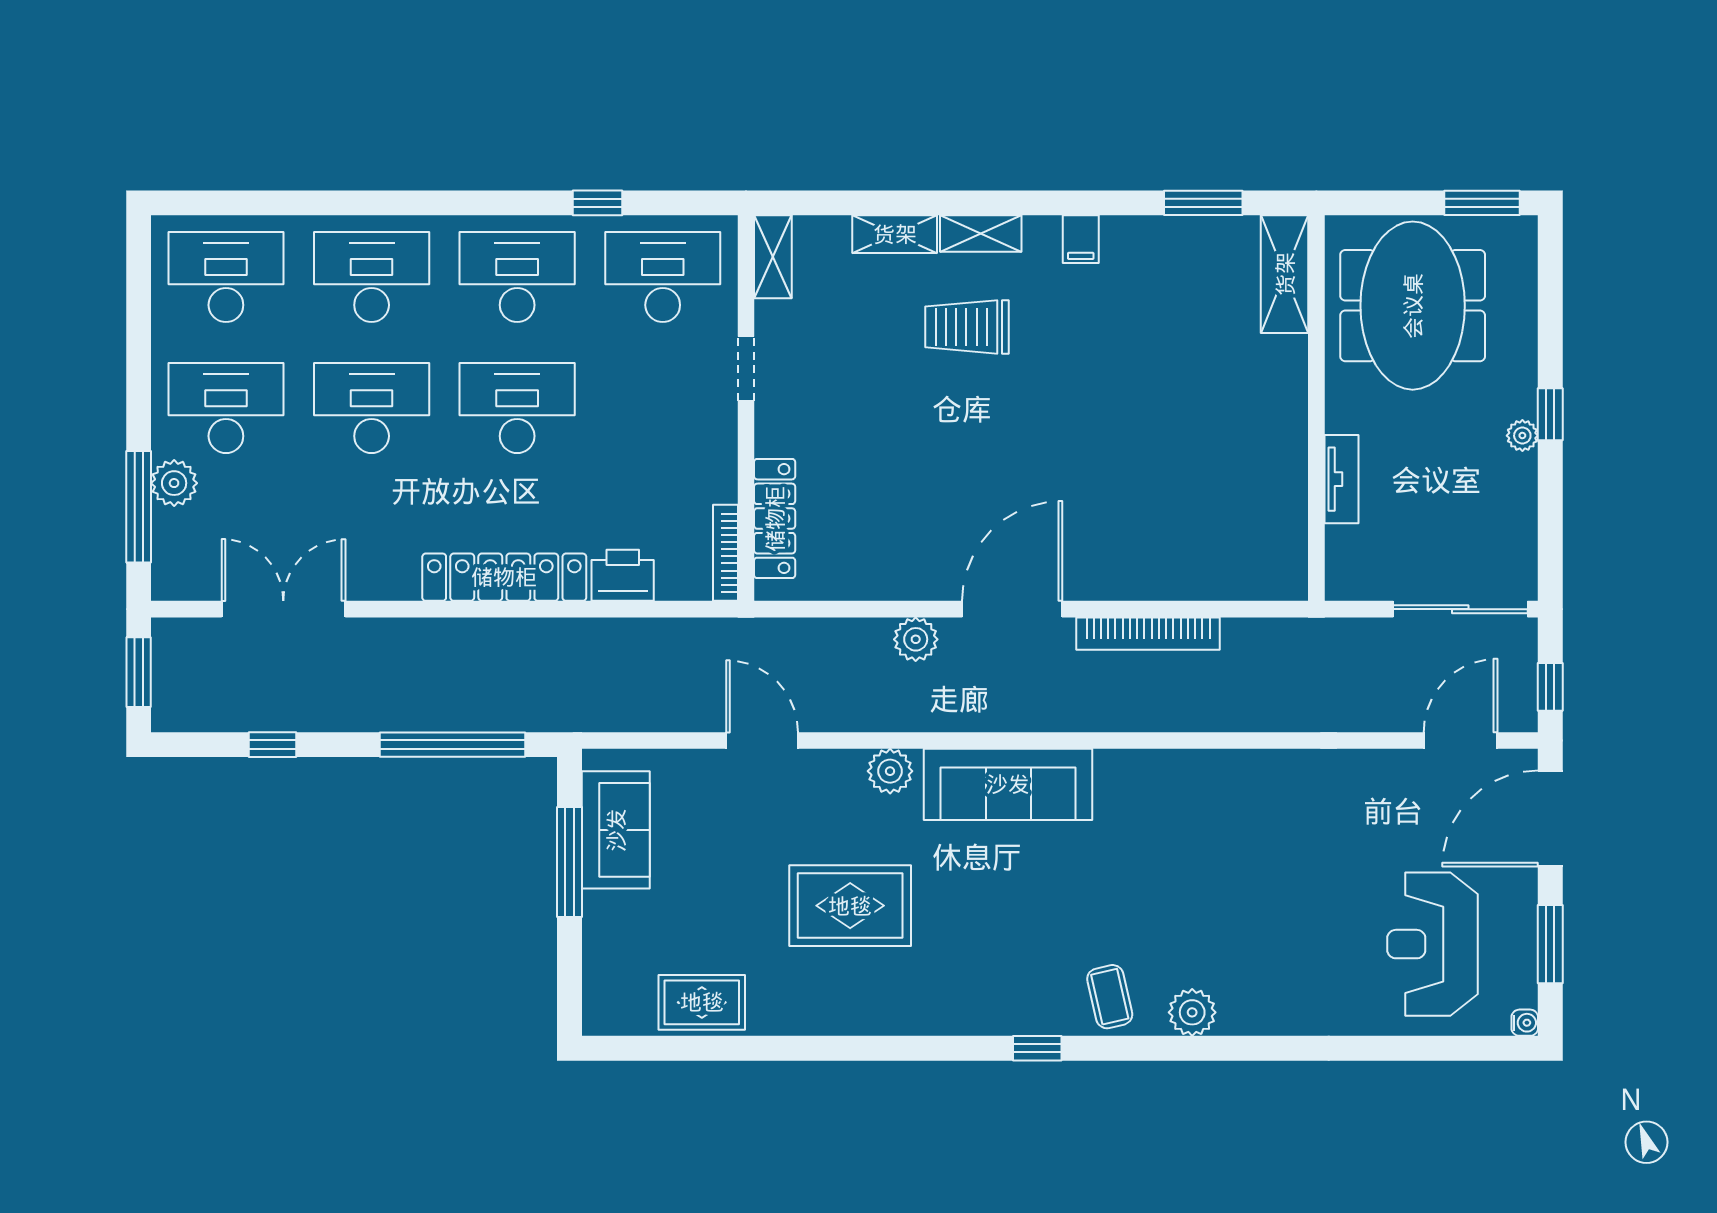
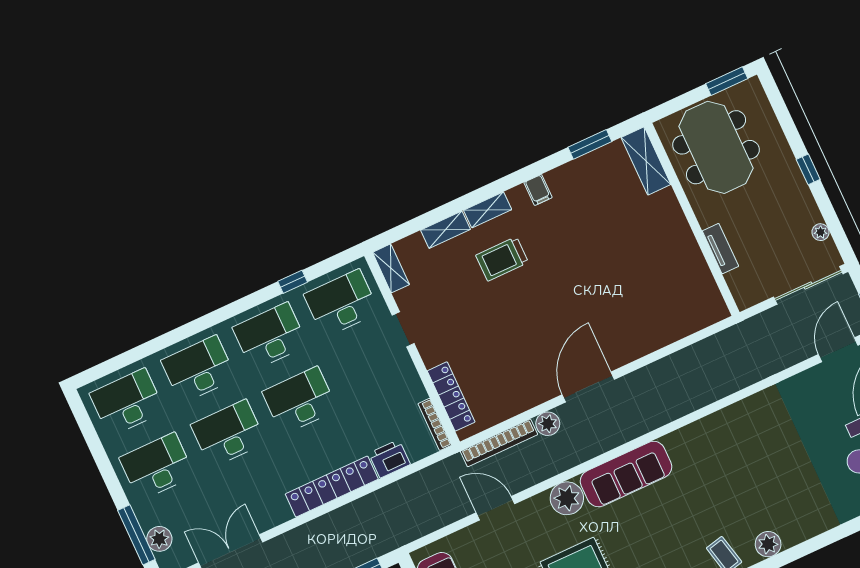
plant: (1522, 436) -> (821, 232), moved
plant: (174, 483) -> (159, 539), moved
bookcase: (1148, 634) -> (499, 443), moved
plant: (890, 771) -> (567, 498), width x1.36, depth x1.36

